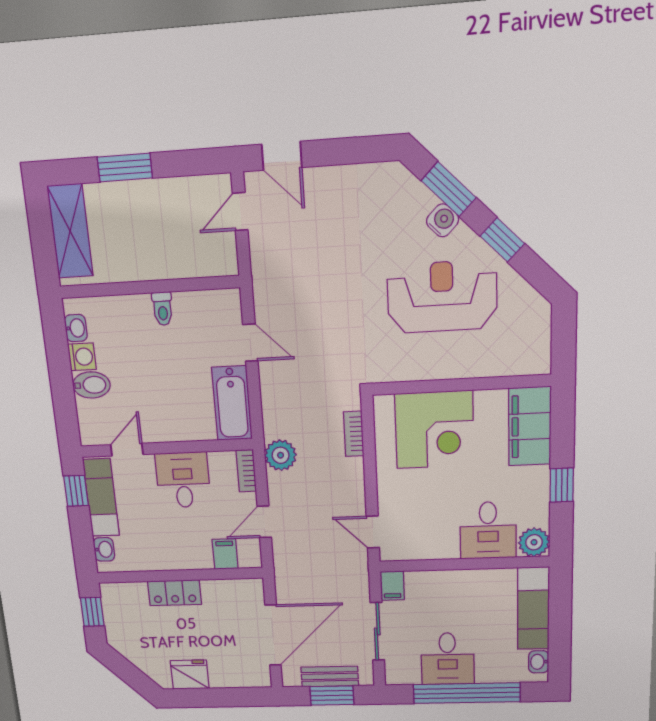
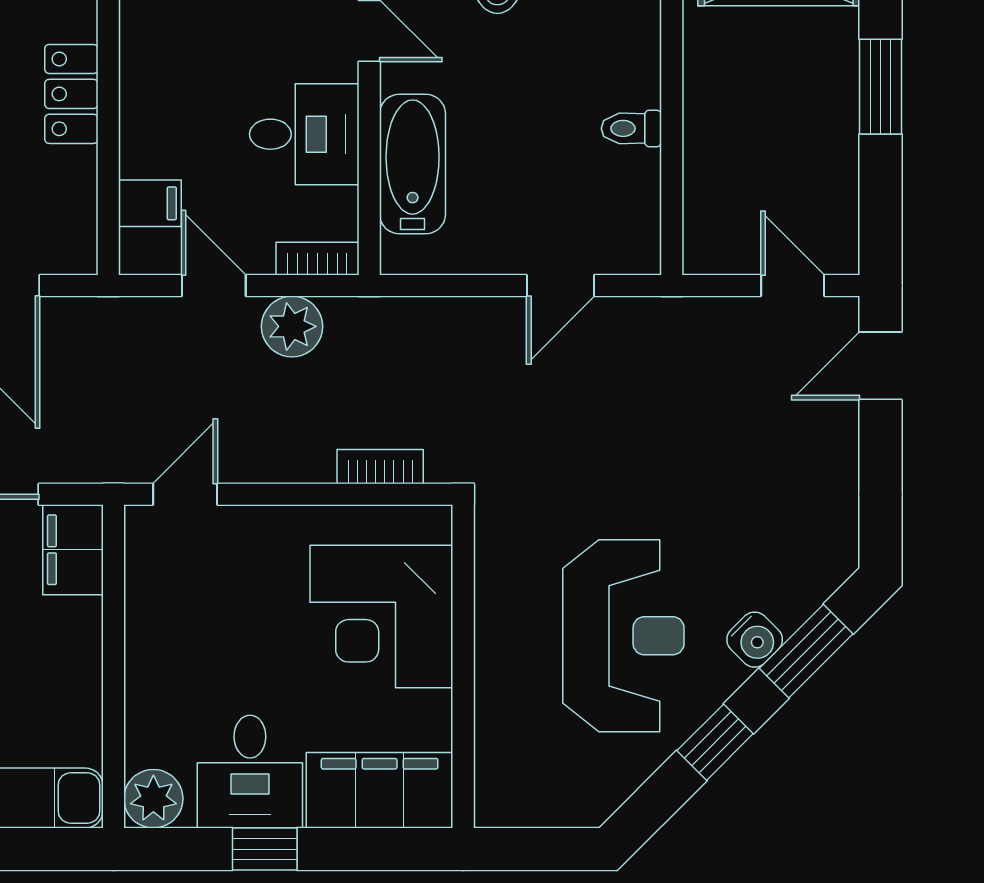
bathtub: (232, 403) -> (413, 164), moved, turned 90
plant: (281, 455) -> (292, 326), moved
desk: (488, 530) -> (250, 772), moved, turned -90
filing cabinet: (392, 586) -> (73, 550), width x2.00

